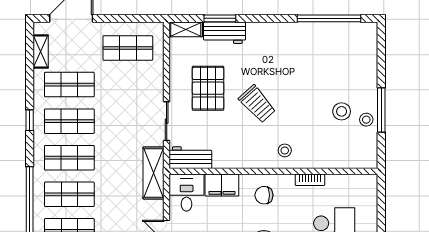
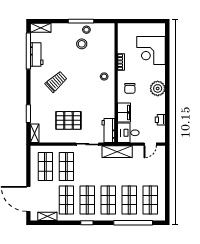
workbench: (225, 33) -> (37, 55), moved
shelving: (370, 40) -> (41, 28), added
shop shelf: (128, 85) -> (66, 166), added
trolley: (257, 104) -> (56, 82), moved

